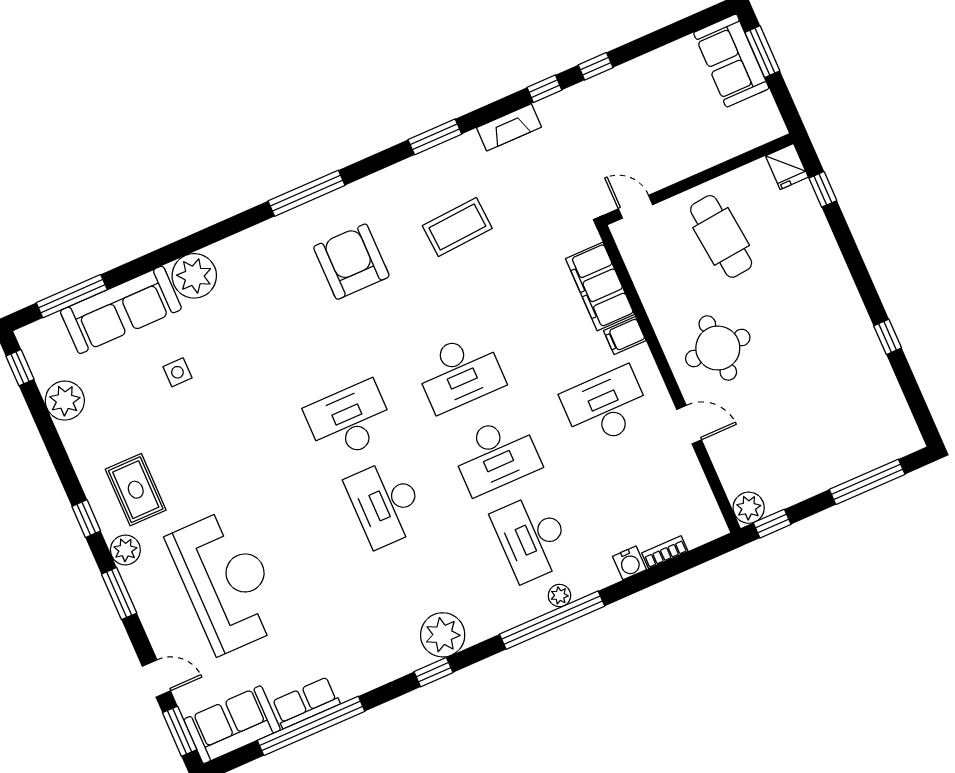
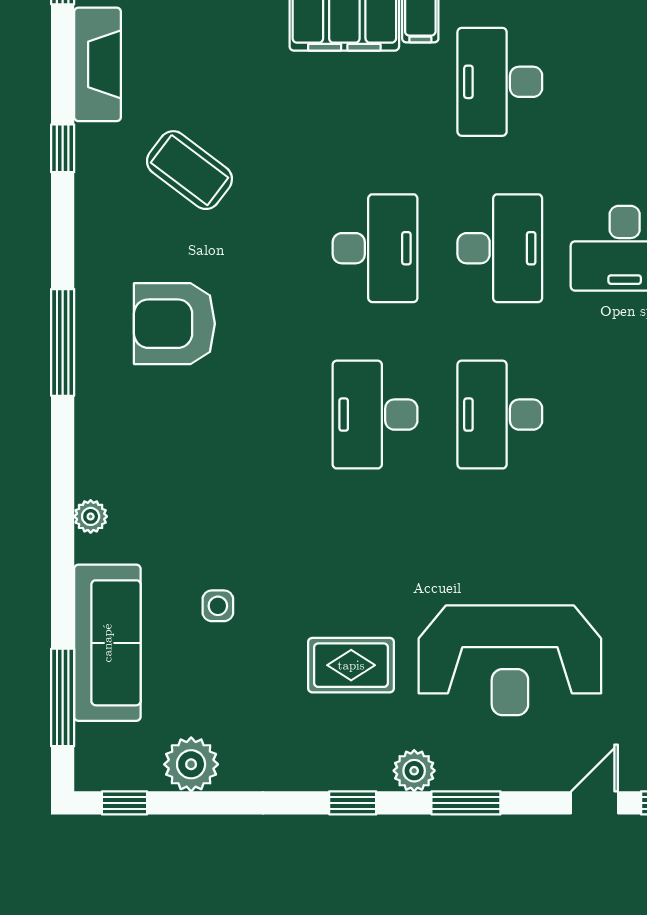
fireplace: (509, 127) -> (98, 64), width x1.37, depth x1.32
window: (435, 137) -> (63, 148), width x0.67
coffee table: (457, 227) -> (189, 170), turned -49
plant: (194, 276) -> (91, 516), width x0.53, depth x0.53
rug: (136, 490) -> (351, 665), moved
desk: (386, 503) -> (500, 415), turned 90
reception desk: (226, 581) -> (510, 660), turned 180

